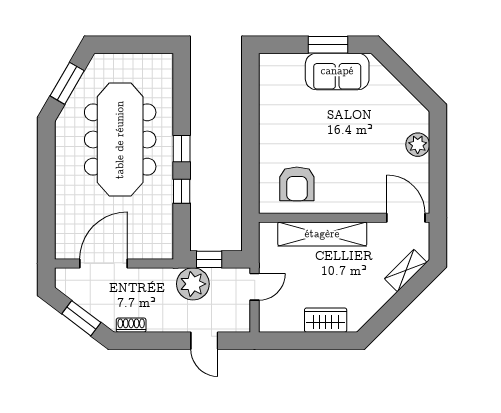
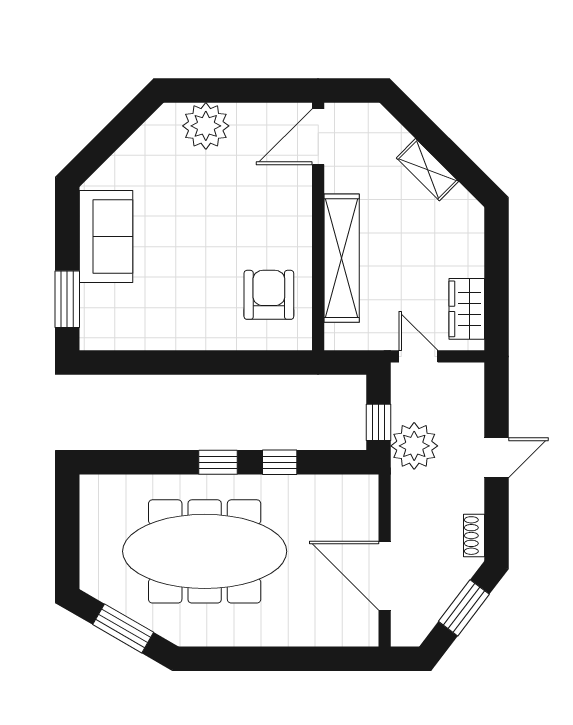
window: (328, 45) -> (67, 299), moved
plant: (418, 145) -> (206, 126), width x1.36, depth x1.36
armchair: (297, 184) -> (269, 295), turned -90
shelving: (406, 271) -> (427, 170), moved
wardrobe: (326, 320) -> (467, 309), moved
door: (204, 341) -> (496, 458), moved

